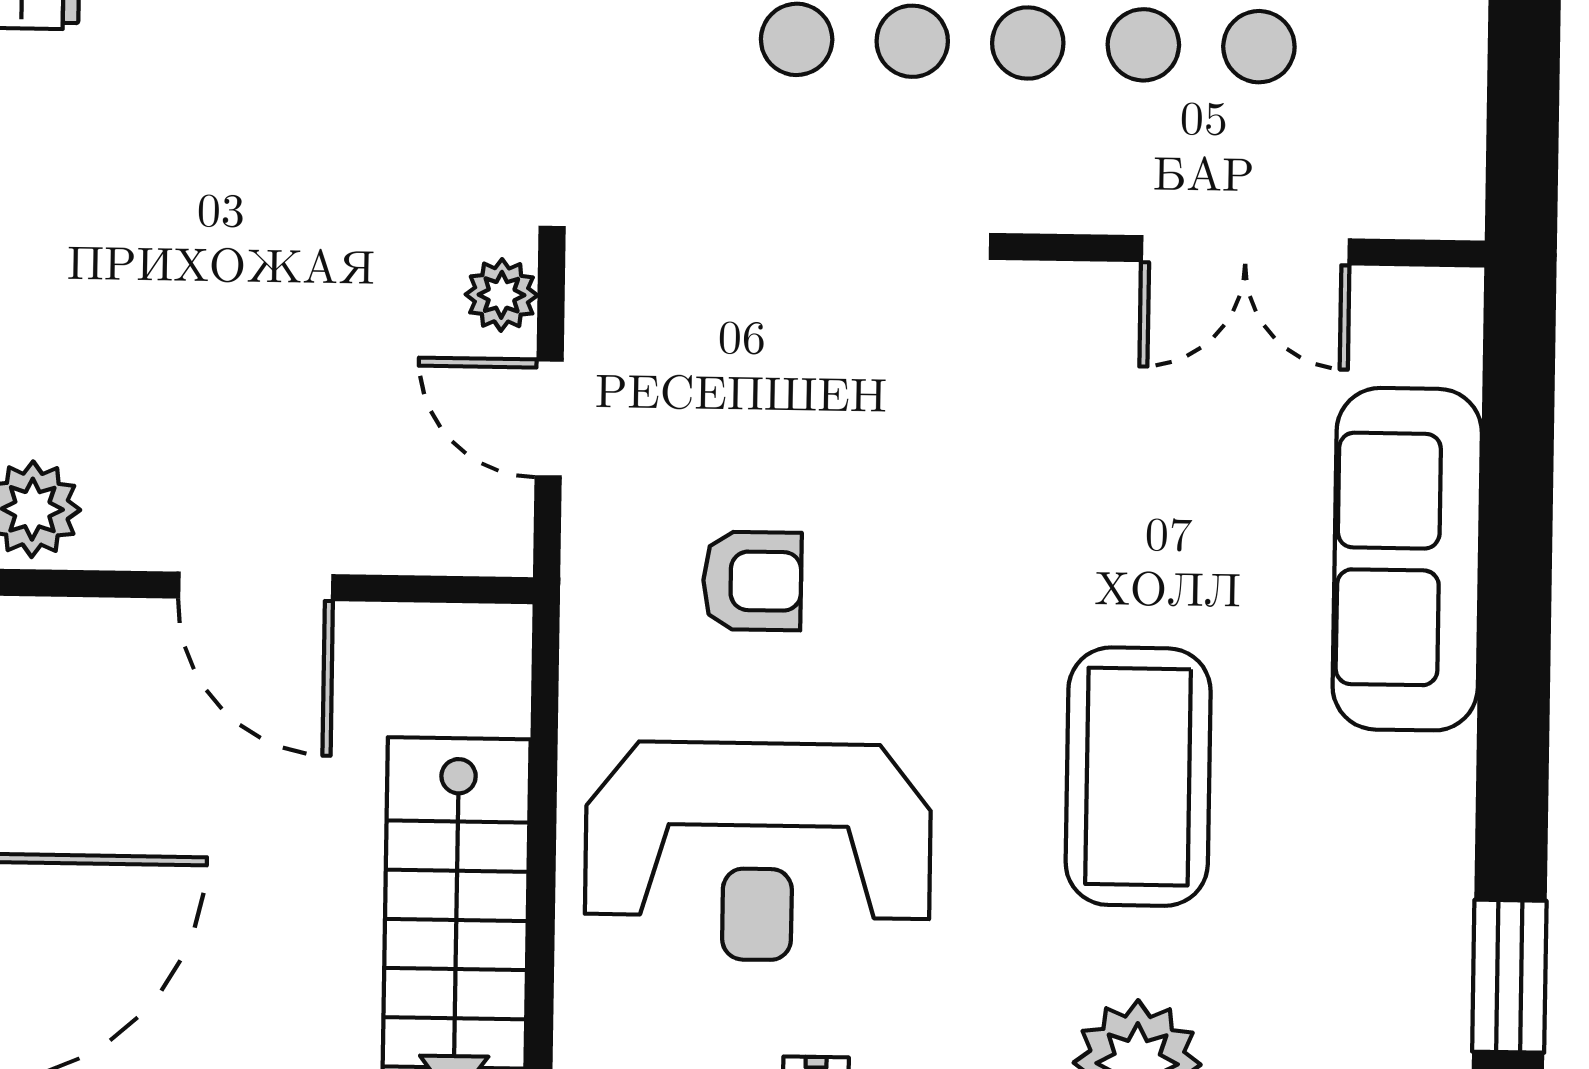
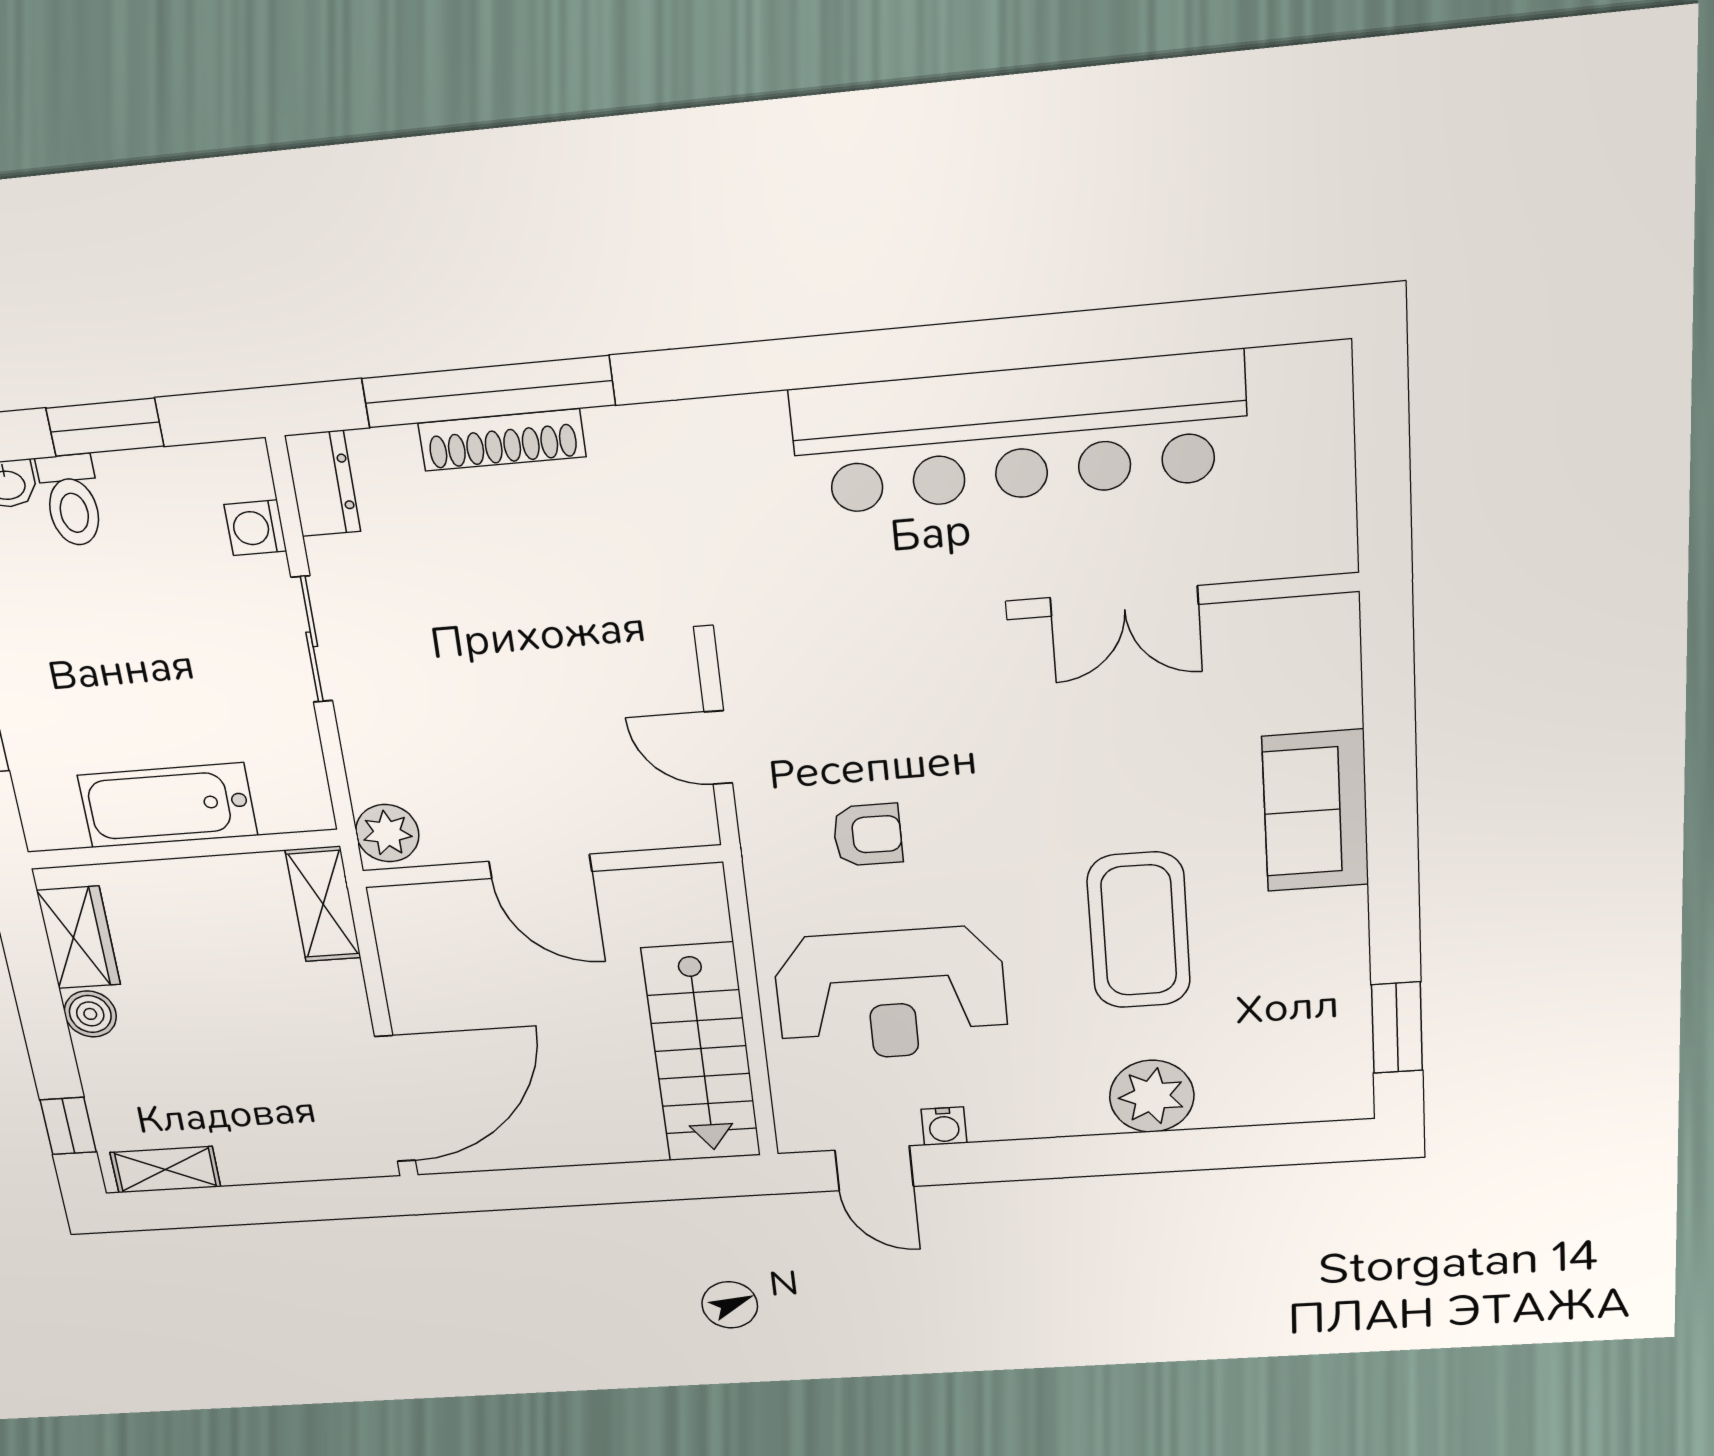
double door: (1245, 250) -> (1124, 601), moved
plant: (502, 295) -> (675, 673), removed
sofa: (1407, 559) -> (1315, 811), width x0.73

